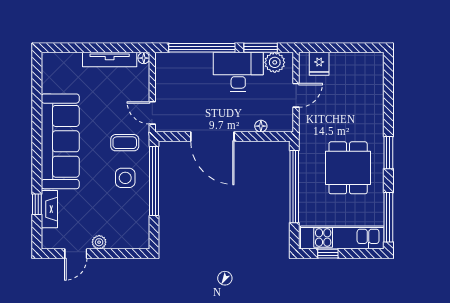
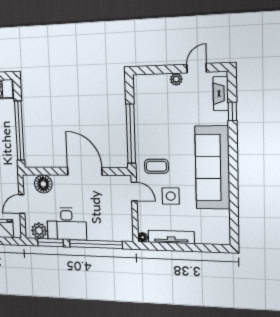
floor lamp: (261, 126) -> (43, 184), width x1.89, depth x1.89
side table: (125, 178) -> (171, 196), moved
fireplace: (49, 209) -> (221, 94), moved

